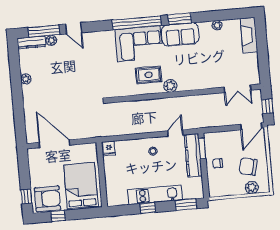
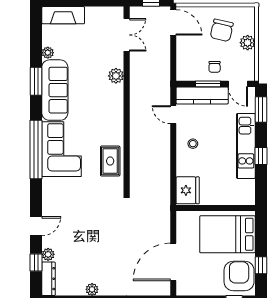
window: (180, 19) -> (36, 81), moved
window: (44, 31) -> (36, 263), width x0.46
sofa: (180, 34) -> (55, 90), width x1.36
rug: (149, 75) -> (110, 161), moved
plant: (170, 86) -> (116, 76), moved
fridge: (109, 148) -> (188, 190), width x1.88, depth x1.34
window: (202, 148) -> (208, 84), moved
door: (205, 184) -> (238, 84), added
plant: (252, 188) -> (248, 43), moved

